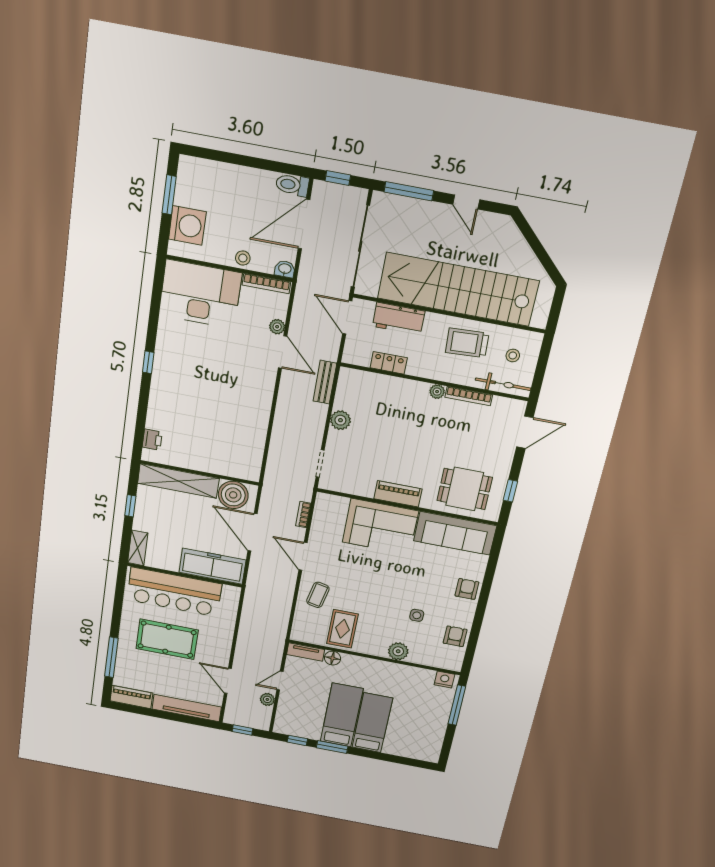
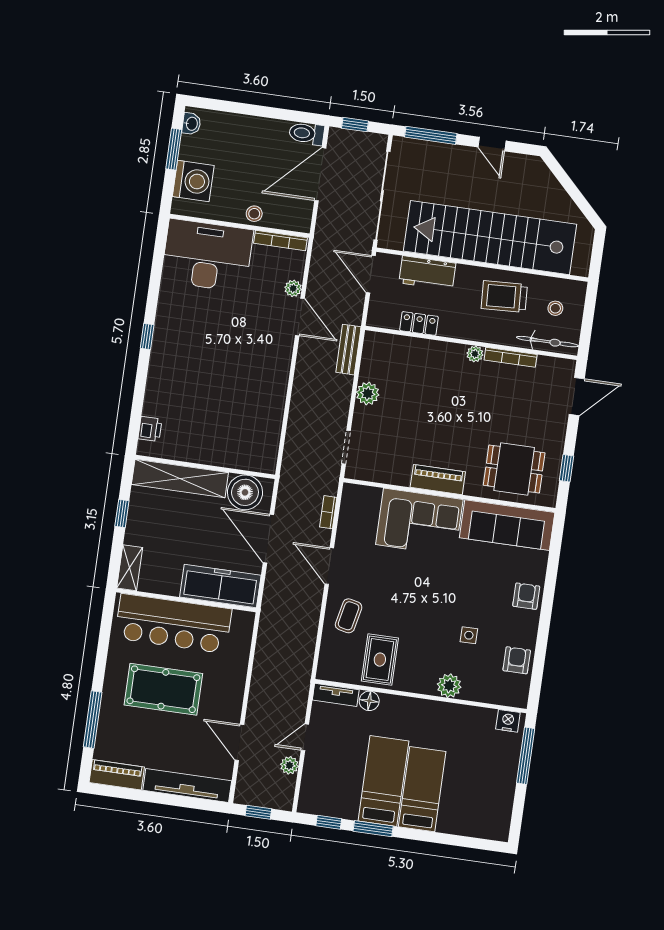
washbasin: (285, 269) -> (191, 124), moved, turned 90

